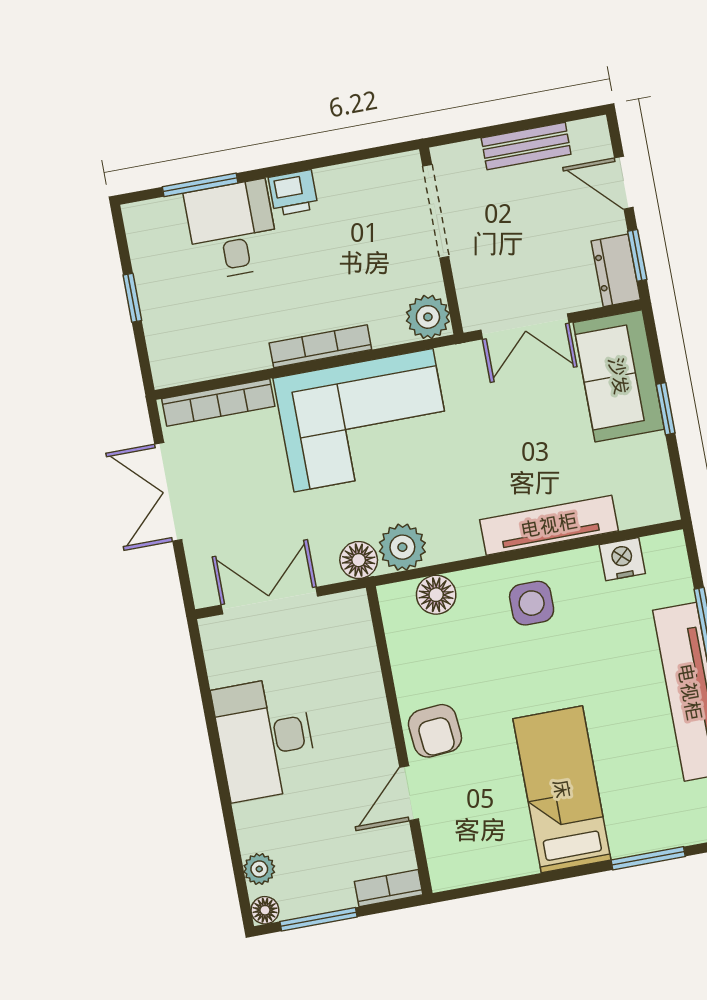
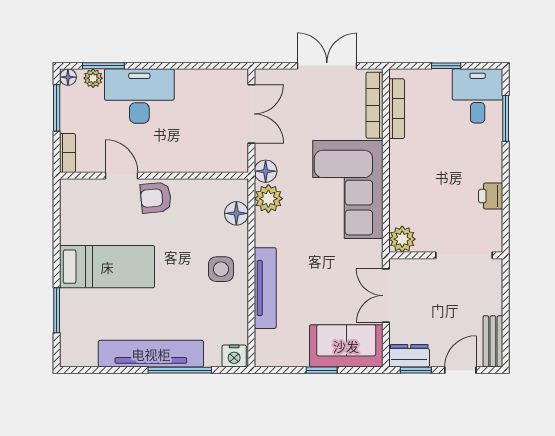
bench: (526, 146) -> (493, 341), moved
printer: (293, 193) -> (491, 196), moved
desk: (232, 230) -> (478, 96), moved, turned -90
bookcase: (320, 346) -> (397, 109), moved
nightstand: (622, 559) -> (234, 356), moved, turned 90
desk: (265, 739) -> (139, 96), moved
window: (236, 856) -> (103, 66), added

